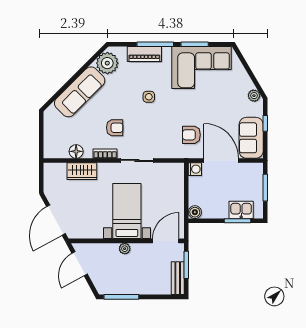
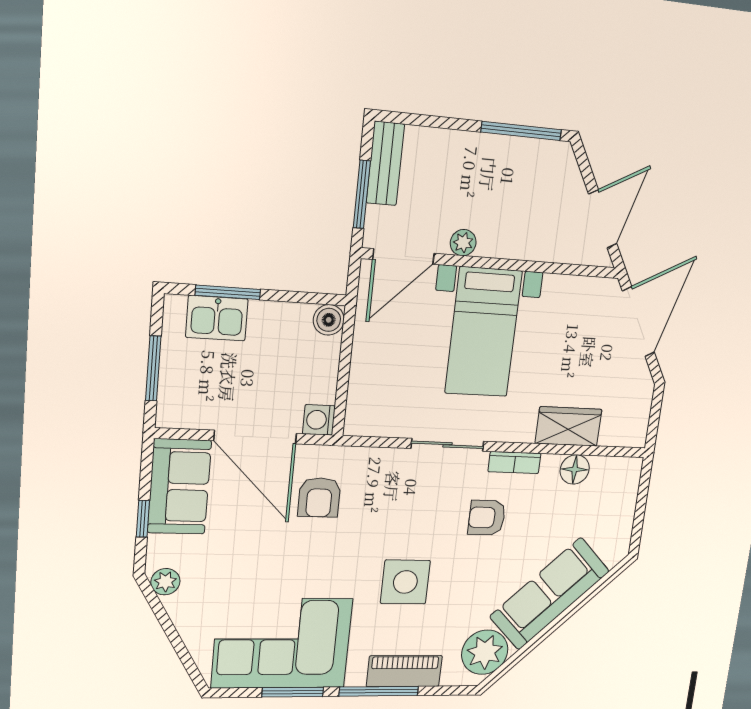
side table: (149, 97) -> (405, 582), width x1.87, depth x1.87
armchair: (191, 135) -> (319, 497), turned 90
plant: (125, 249) -> (463, 243), moved

